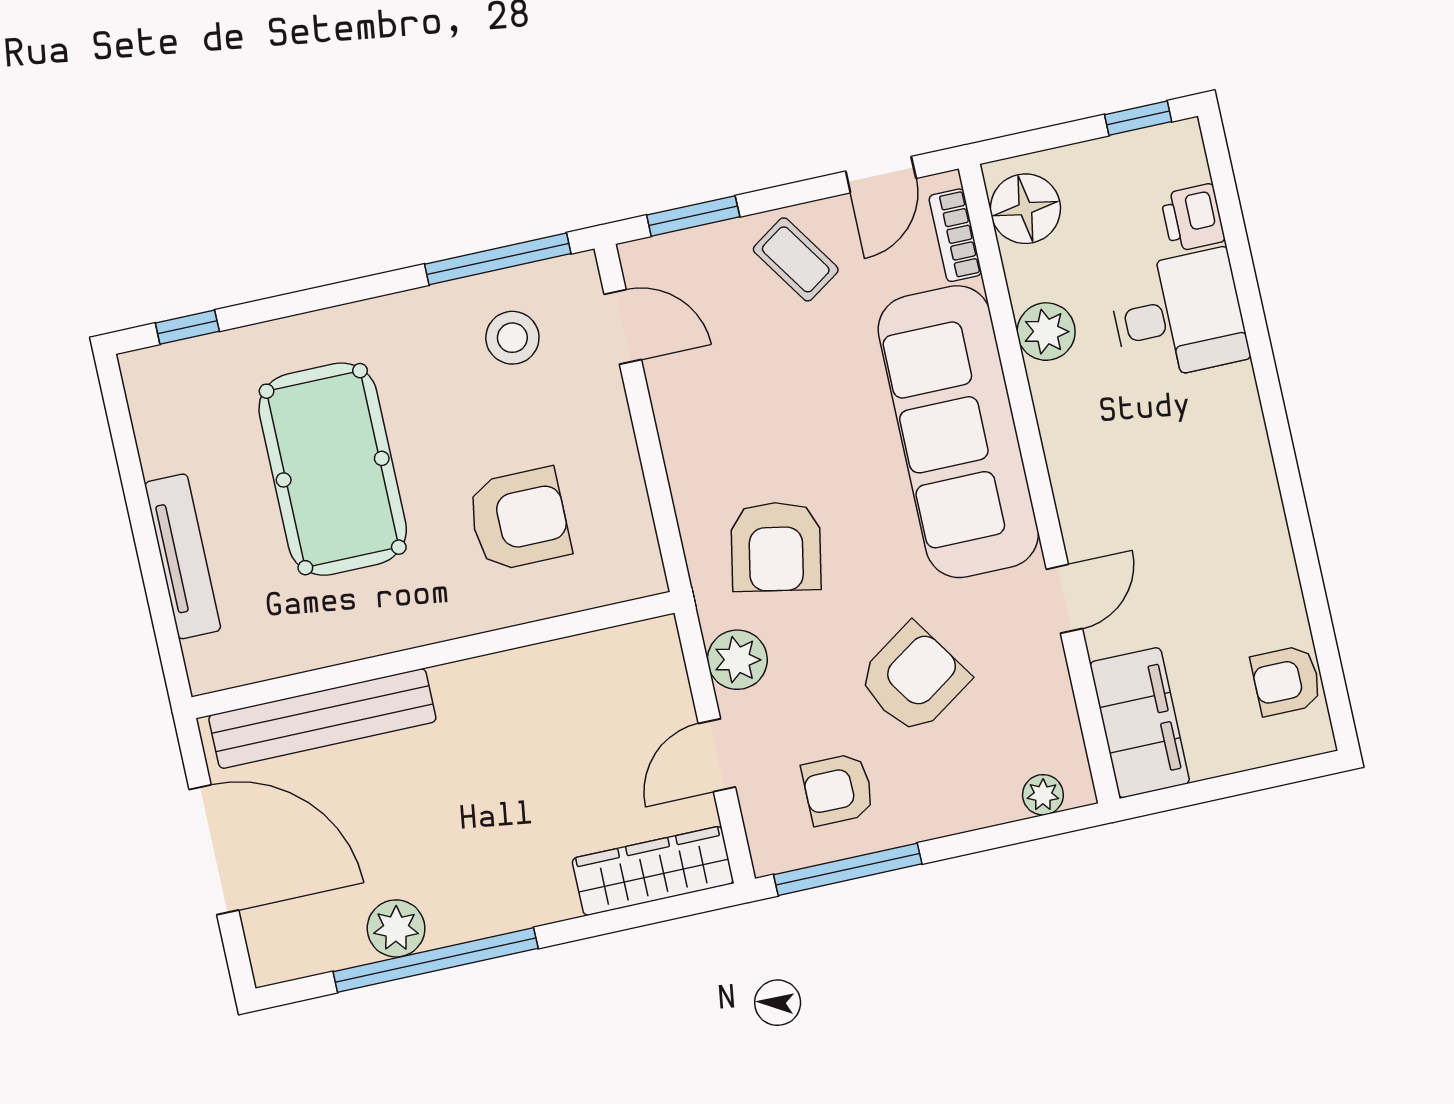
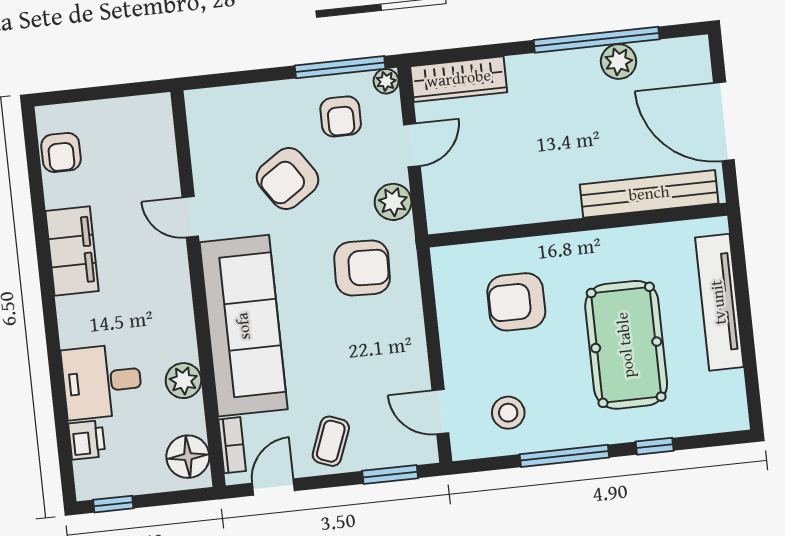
window: (498, 259) -> (564, 456), moved
coffee table: (796, 259) -> (331, 441), turned 55
window: (187, 327) -> (655, 446), moved
armchair: (776, 547) -> (362, 268), turned 81
tv unit: (183, 556) -> (719, 302), width x1.36, depth x1.29
door: (1064, 599) -> (190, 217), hinge flipped
armchair: (1286, 681) -> (61, 152), turned 90
filing cabinet: (1140, 723) -> (72, 251), moved, turned 180
armchair: (838, 789) -> (341, 116), turned 90
plant: (1043, 795) -> (386, 81), moved

